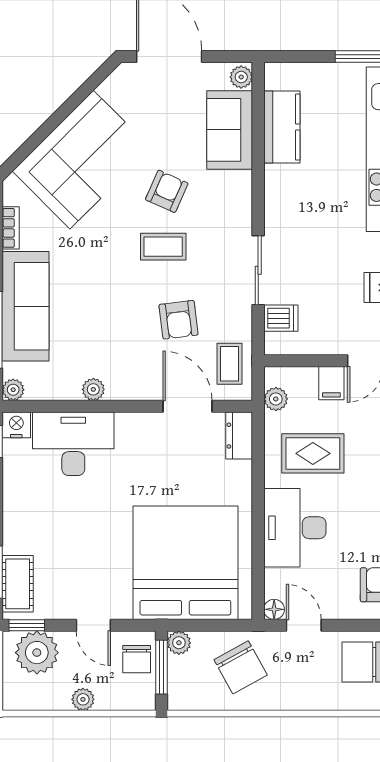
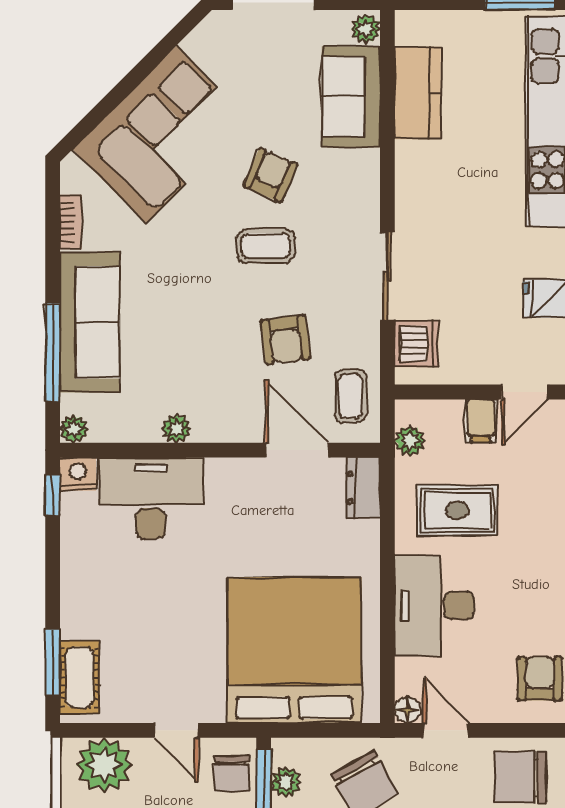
dishwasher: (281, 318) -> (416, 344), width x1.38
window: (27, 625) -> (91, 730), removed
plant: (179, 643) -> (286, 782), moved

